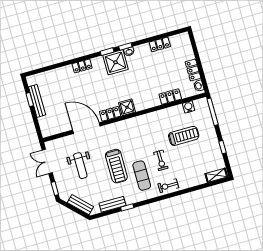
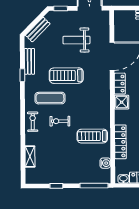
locker: (170, 97) -> (120, 142), width x1.53
treadmill: (184, 136) -> (92, 136), moved, turned 90
shelving: (216, 175) -> (30, 157), moved

